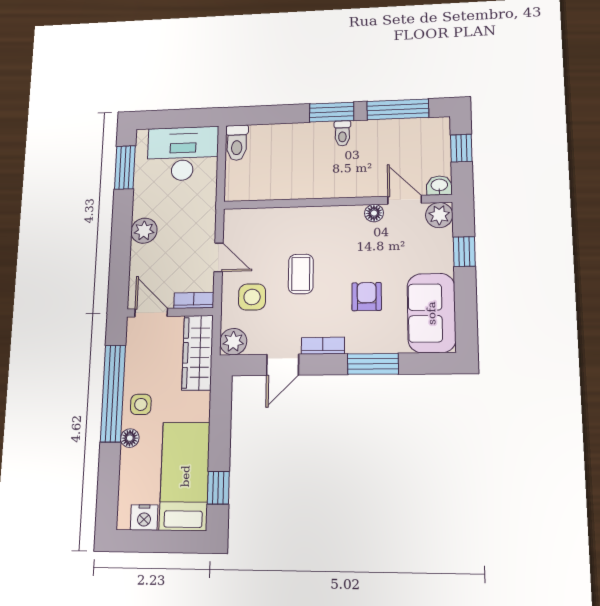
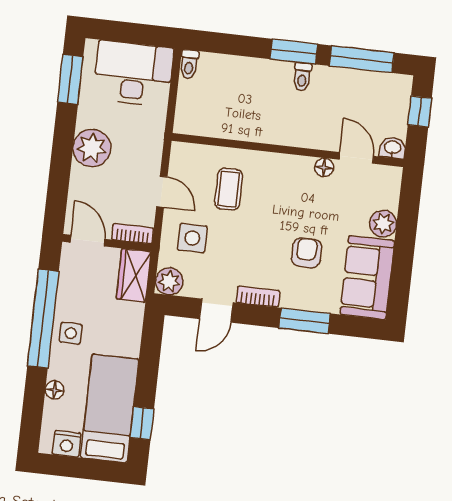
toilet: (237, 143) -> (189, 64), width x0.73, depth x0.72
plant: (439, 215) -> (383, 224), moved
plant: (144, 231) -> (92, 148), width x1.36, depth x1.36
window: (464, 252) -> (407, 220), removed
coffee table: (301, 274) -> (229, 189), moved
wardrobe: (198, 353) -> (134, 275), width x0.67
floor lamp: (130, 438) -> (55, 390), moved

